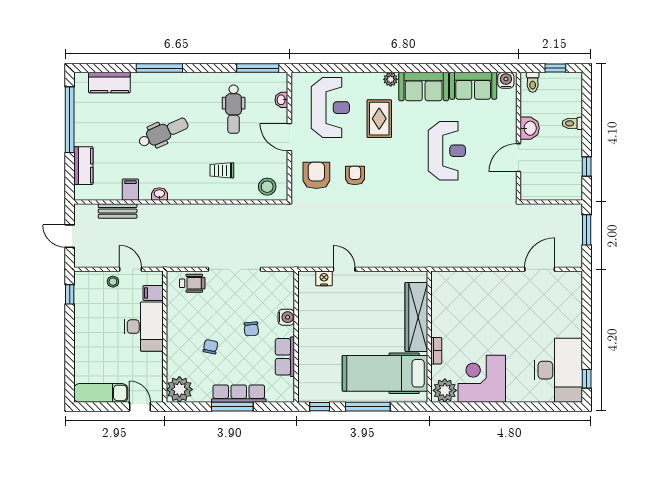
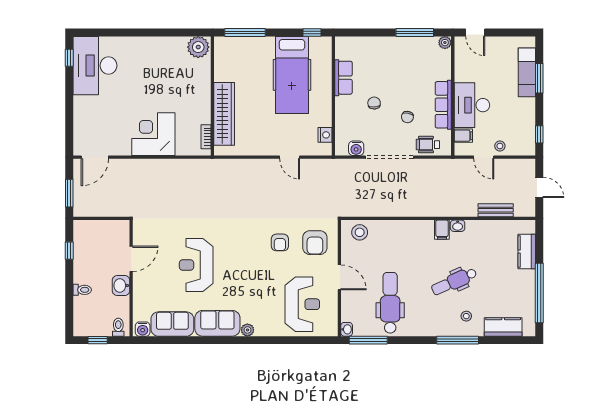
stool: (150, 95) -> (466, 316), added
washbasin: (281, 100) -> (347, 329), moved
reception desk: (330, 108) -> (302, 304), turned 180
dental chair: (234, 109) -> (390, 303), width x1.36, depth x1.38
rug: (379, 119) -> (258, 294), removed
trolley: (222, 170) -> (401, 247), removed
filing cabinet: (130, 190) -> (442, 230), moved
door: (540, 269) -> (95, 157), moved
nightstand: (324, 278) -> (325, 135), moved, turned -90
water cooler: (286, 317) -> (356, 148), moved, turned -90
chair: (210, 347) -> (407, 117), moved
bookcase: (436, 351) -> (206, 137), moved
window: (70, 356) -> (539, 78), added
hospital bed: (385, 373) -> (292, 75), moved, turned 90
corner desk: (482, 379) -> (153, 134), moved, turned 180
plant: (179, 389) -> (445, 43), width x0.53, depth x0.53
exam couch: (101, 393) -> (527, 72), moved, turned 90
row of seats: (239, 394) -> (443, 105), moved, turned 90
window: (232, 407) -> (415, 32), moved
window: (368, 407) -> (245, 32), moved

